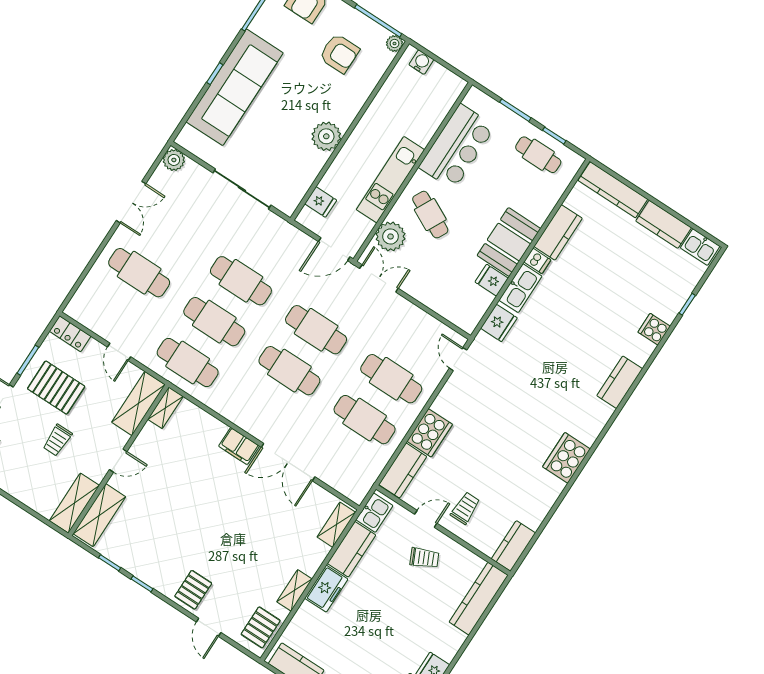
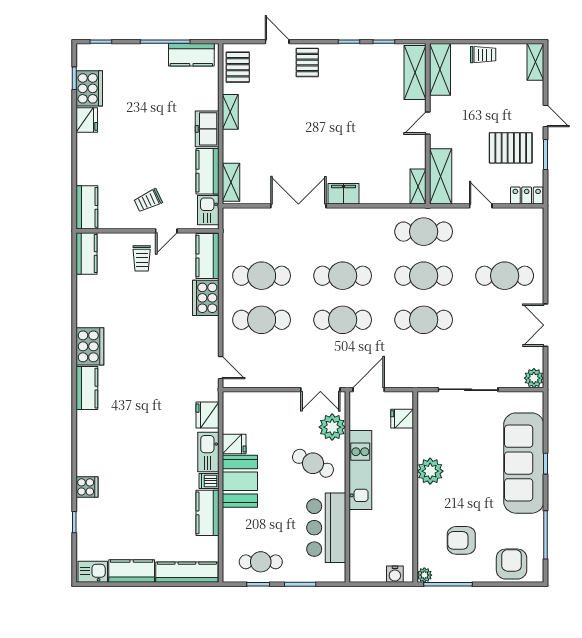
kitchen counter: (620, 382) -> (87, 388), moved
trolley: (57, 440) -> (483, 55), moved, turned 90
kitchen counter: (479, 599) -> (87, 207), width x0.67

